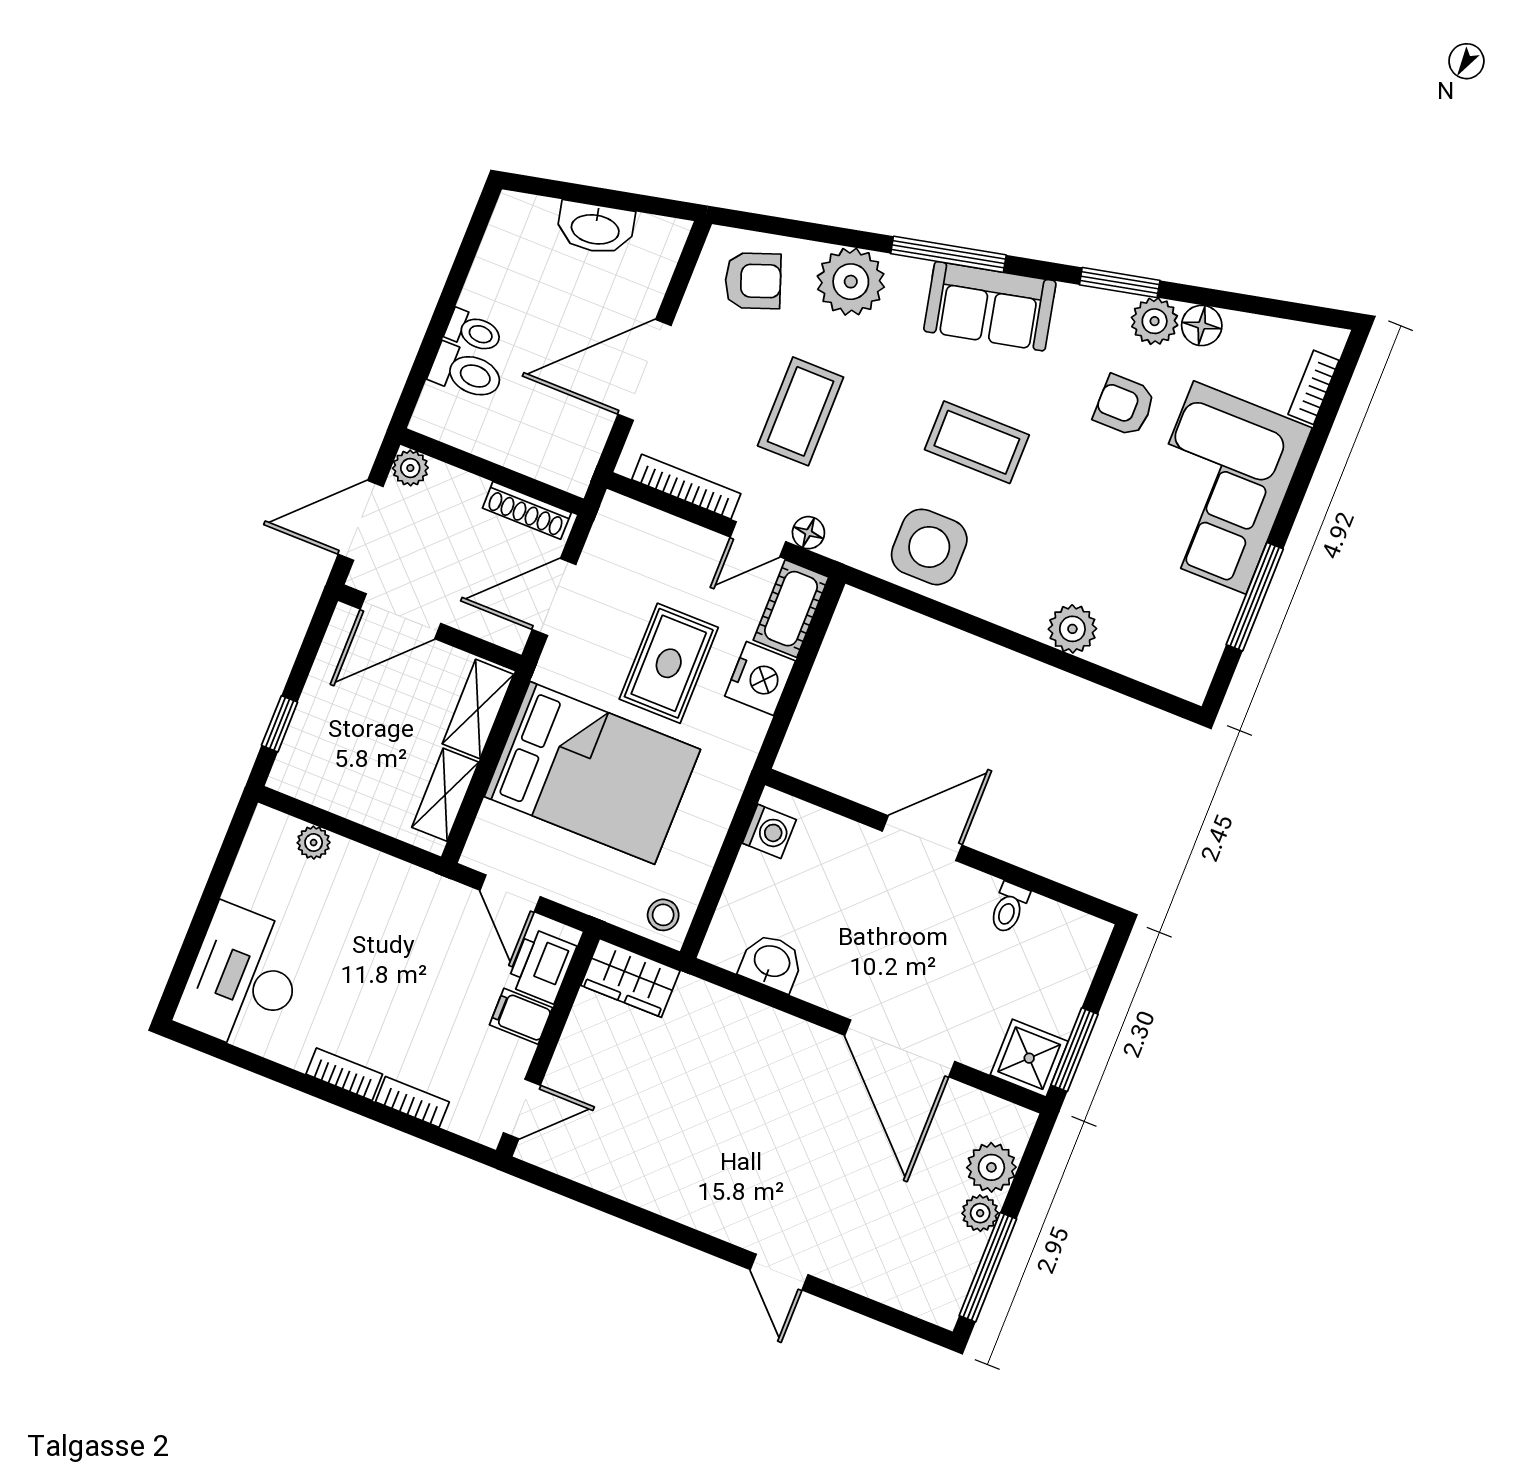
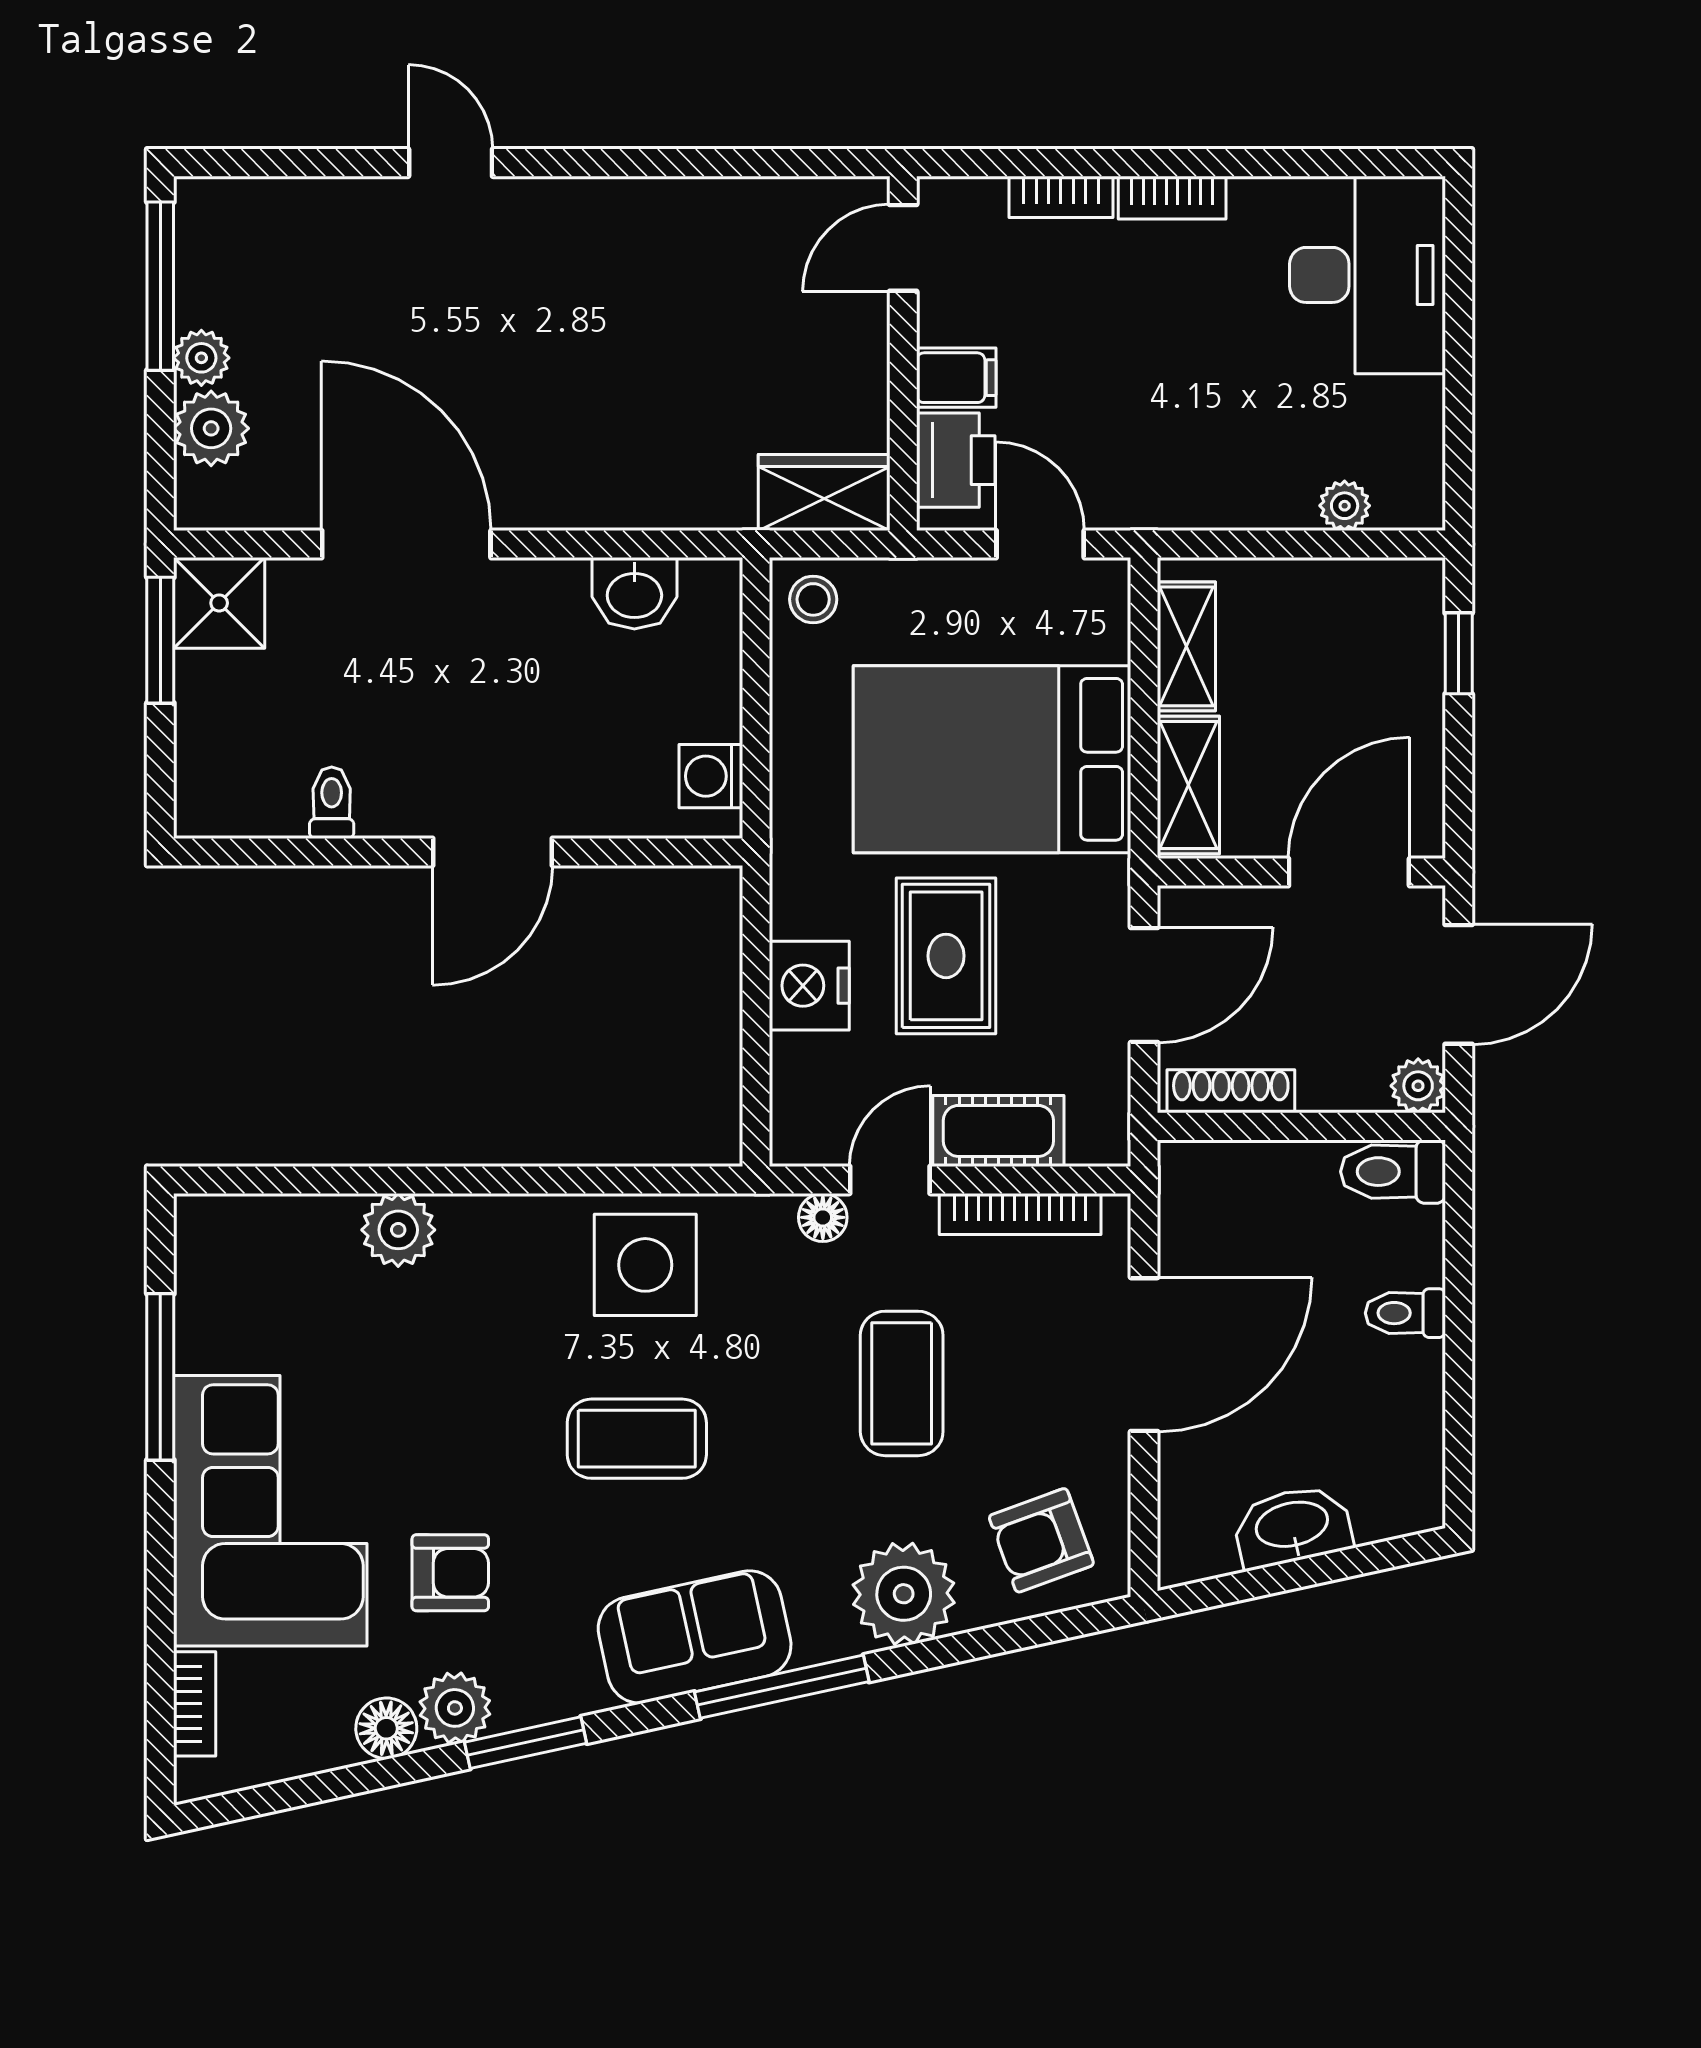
toilet: (466, 372) -> (1393, 1172), moved
cot: (791, 609) -> (998, 1131), moved, turned 90

